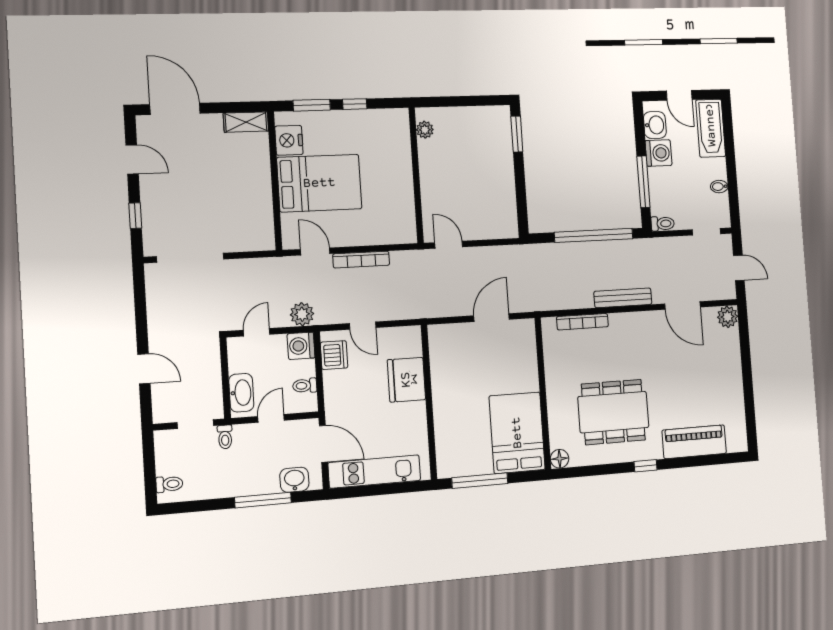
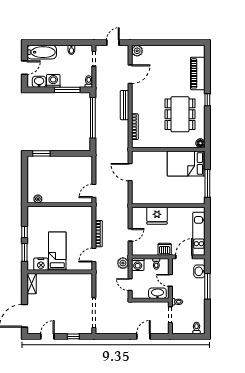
bed: (319, 183) -> (57, 251), width x0.67
dishwasher: (334, 355) -> (165, 249), moved

